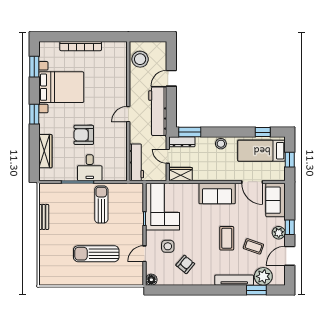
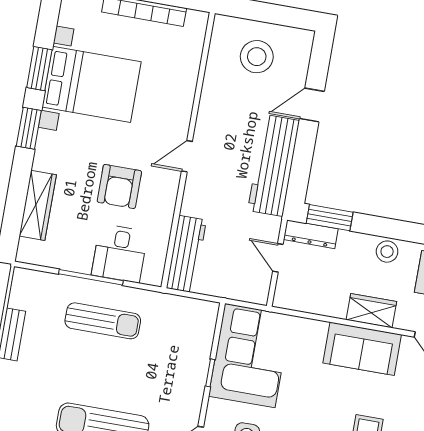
window: (34, 67) -> (39, 69), moved
wall: (128, 111) -> (188, 150), moved
door: (128, 114) -> (187, 156), moved
armchair: (84, 135) -> (119, 186), turned -90
workbench: (136, 162) -> (186, 254), moved
wardrobe: (181, 174) -> (371, 311), moved
sun lounger: (101, 205) -> (103, 321), moved, turned 90

